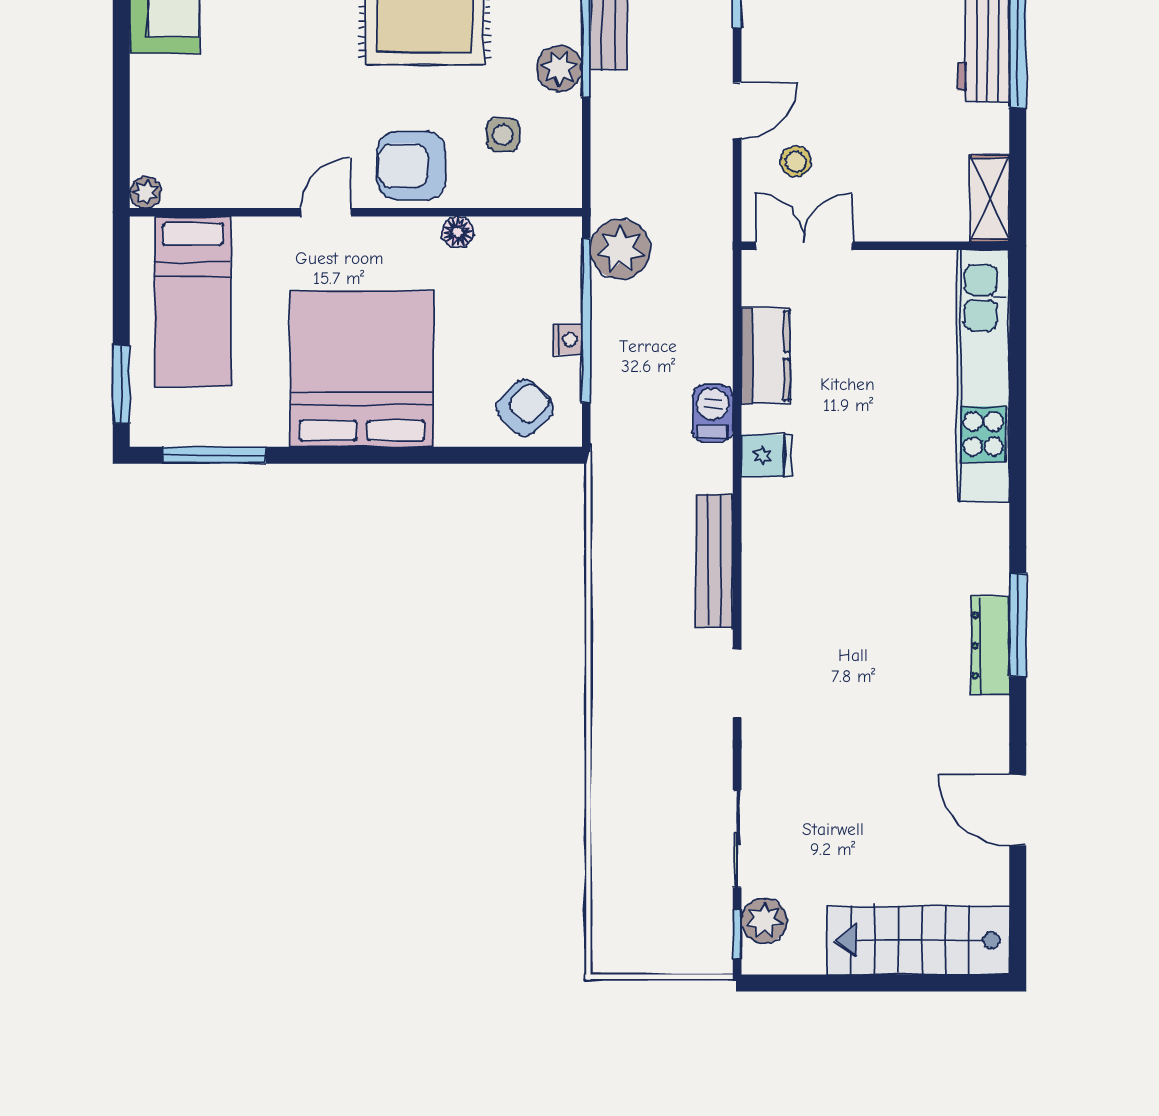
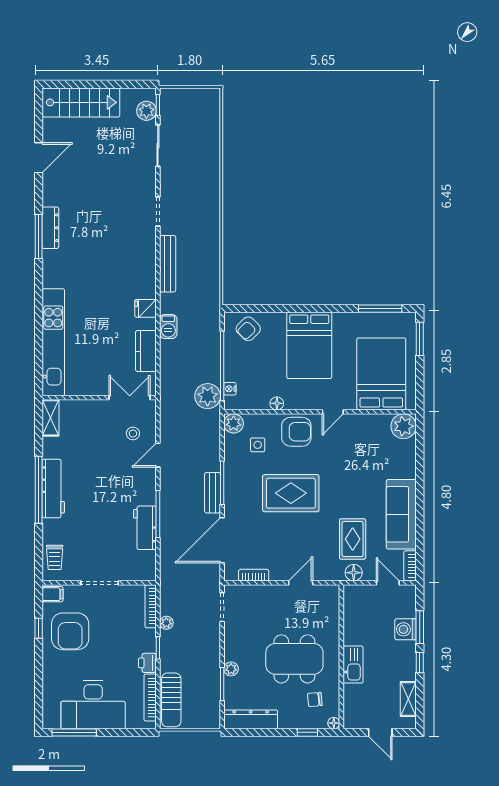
plant: (559, 69) -> (234, 423), moved
plant: (145, 192) -> (404, 426), width x1.87, depth x1.87
double door: (804, 246) -> (130, 398), swing flipped
bed: (193, 301) -> (381, 374), width x1.50
nightstand: (568, 339) -> (230, 389), moved
bed: (362, 369) -> (309, 345), width x0.73
door: (1018, 810) -> (39, 158), hinge flipped

